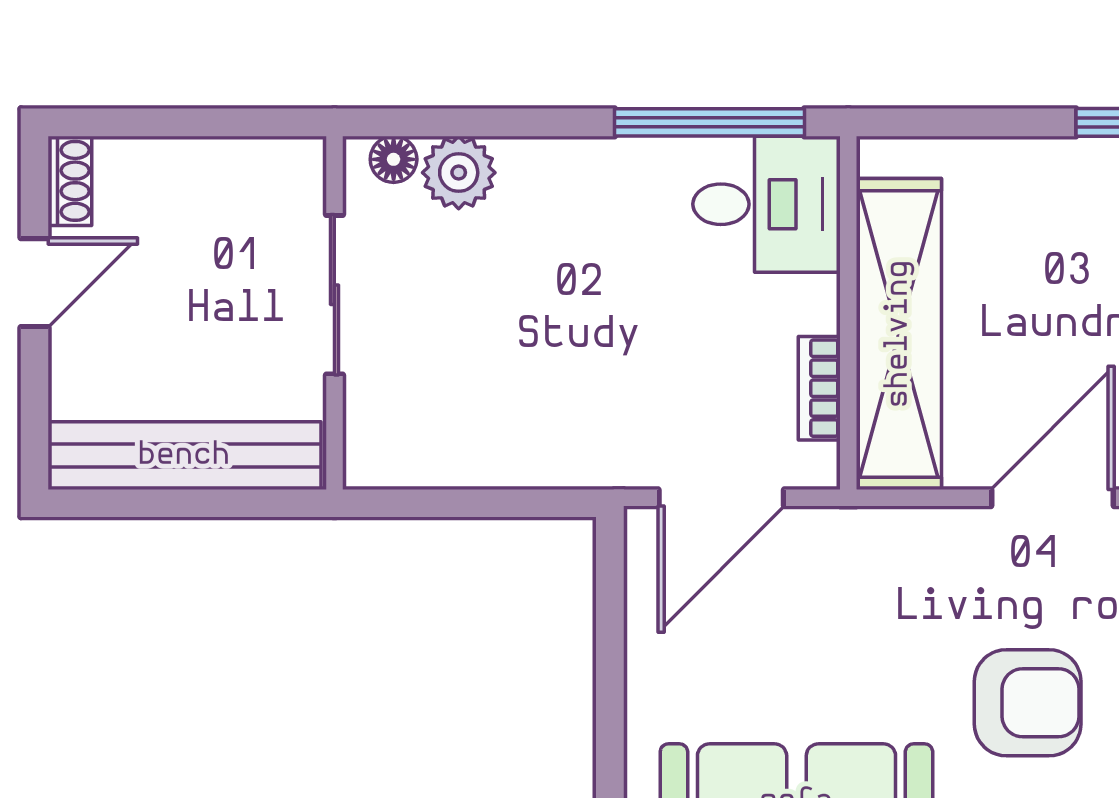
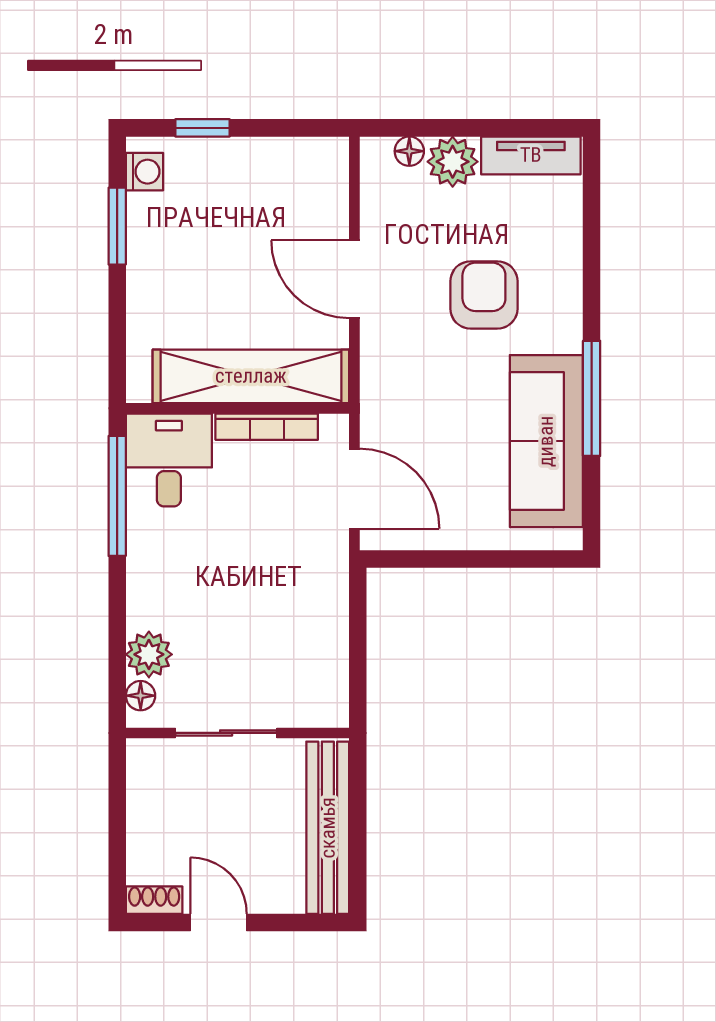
bookcase: (819, 388) -> (267, 427), width x1.56

